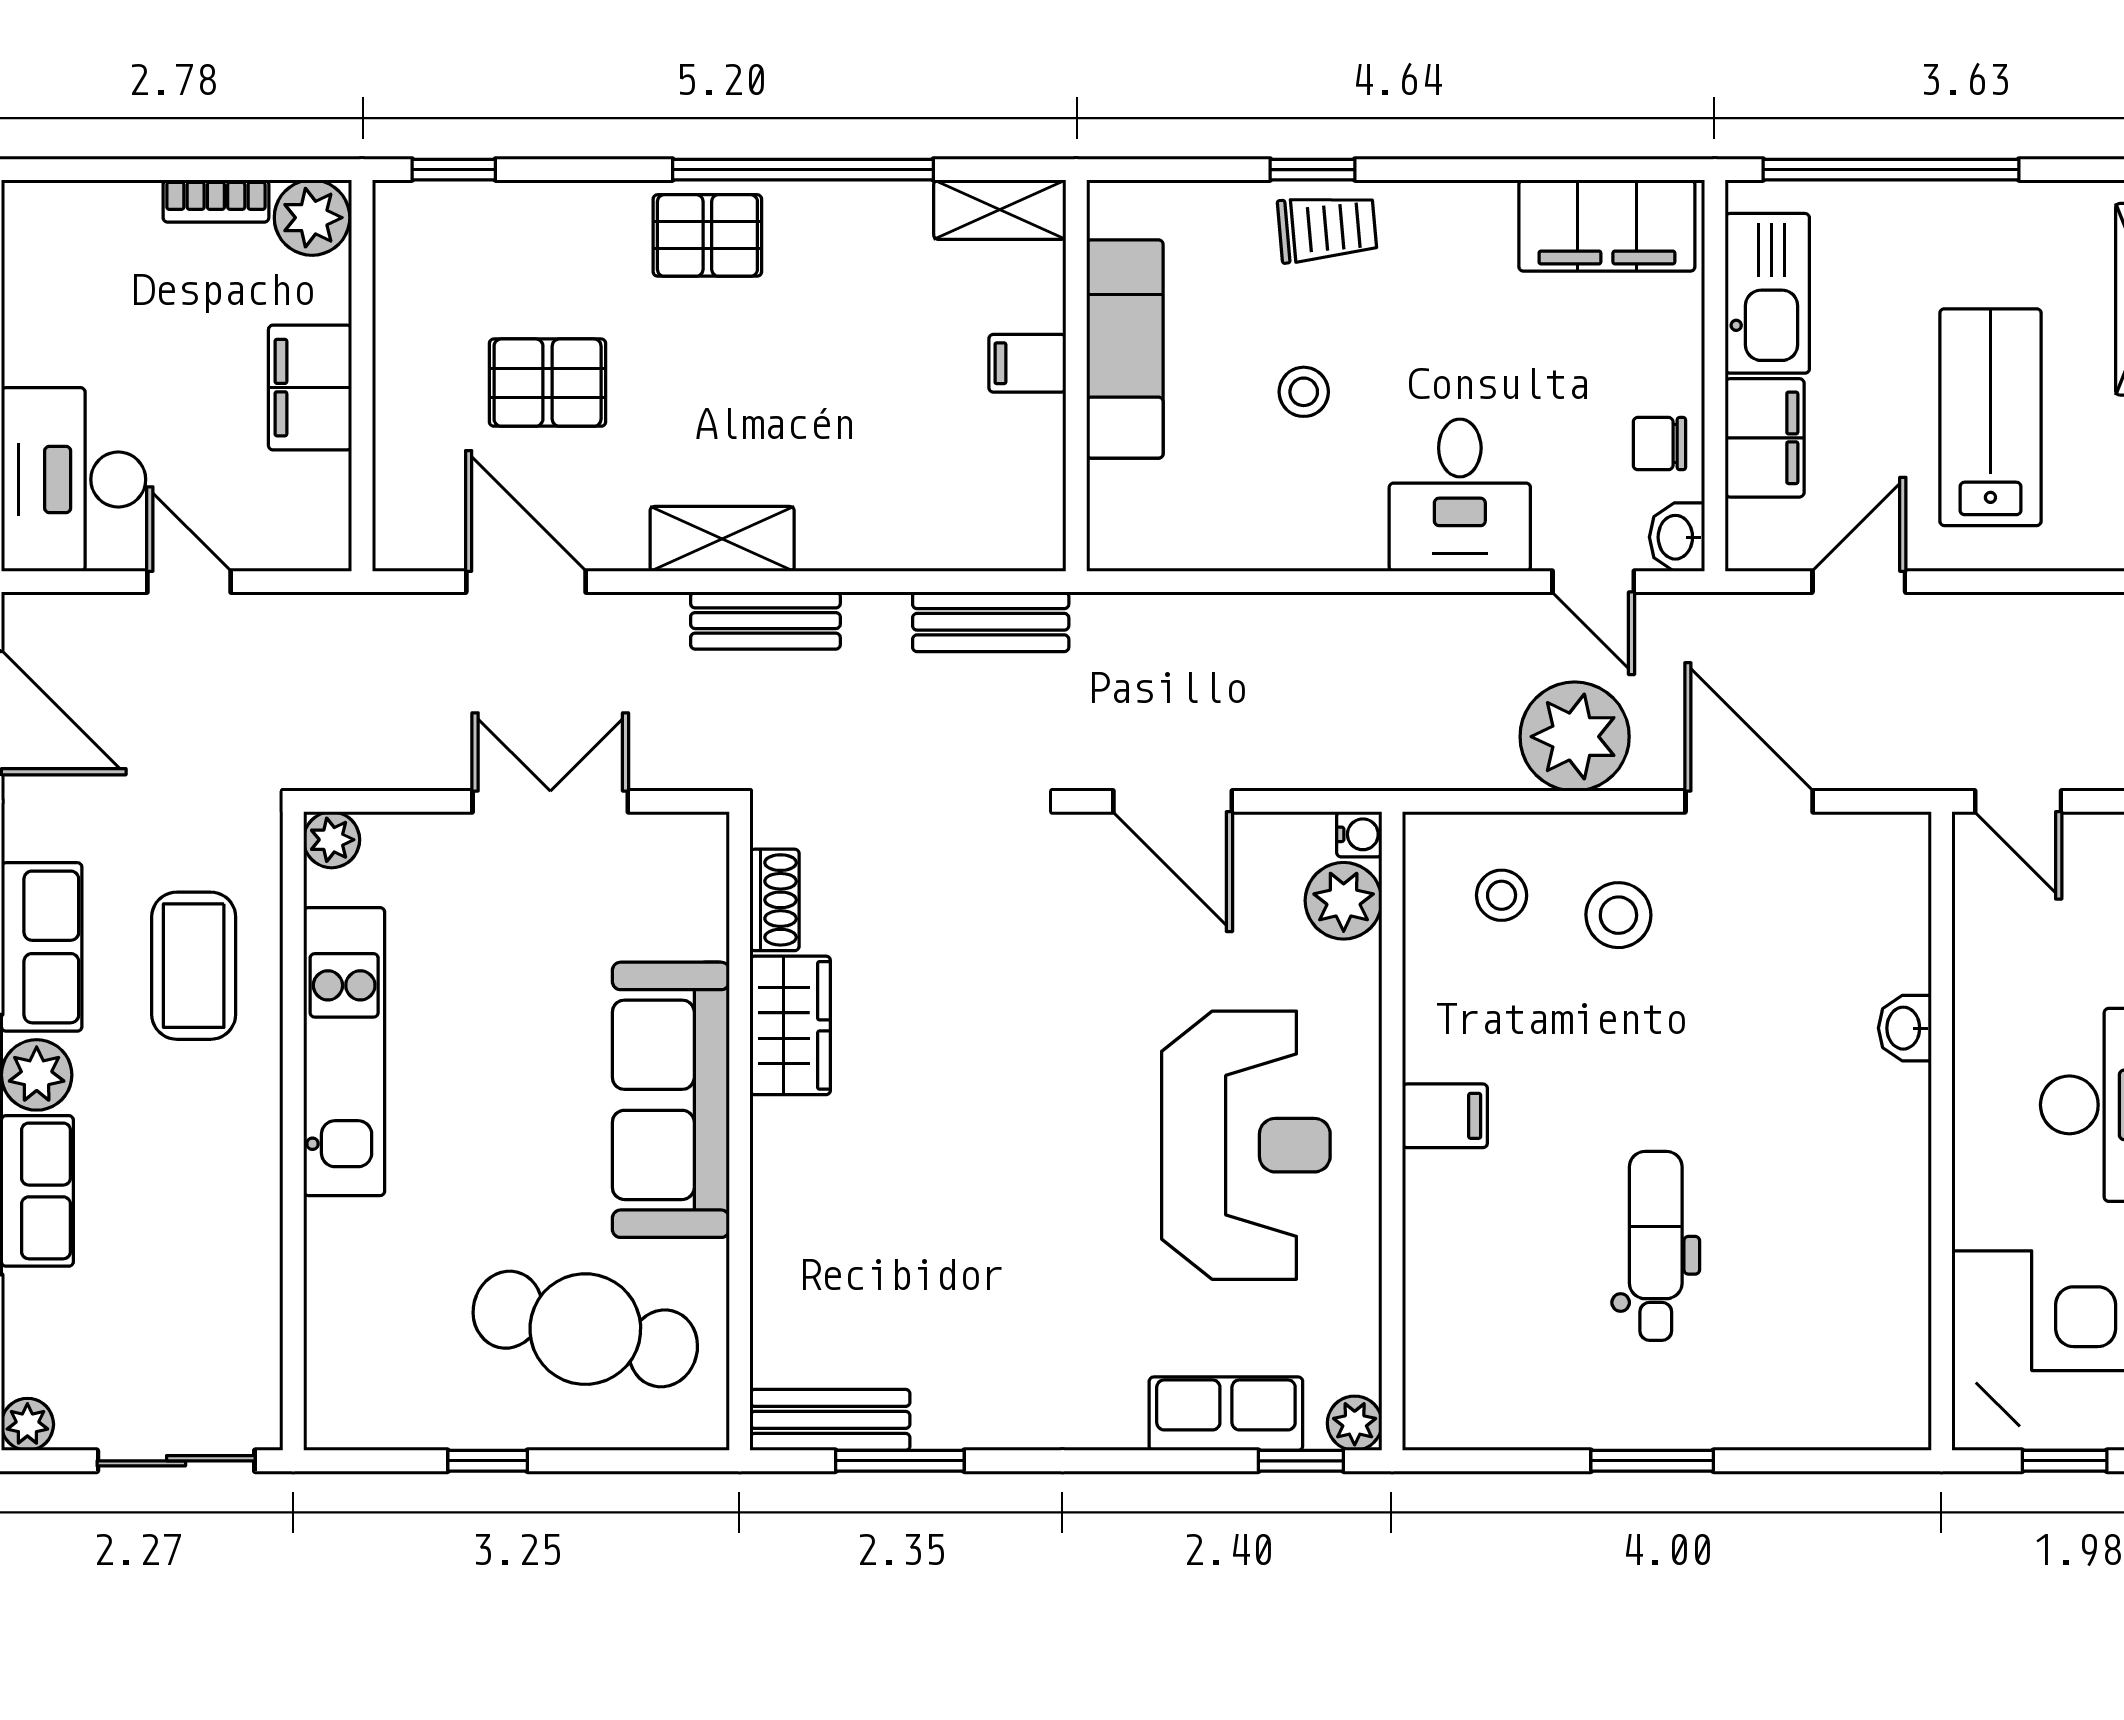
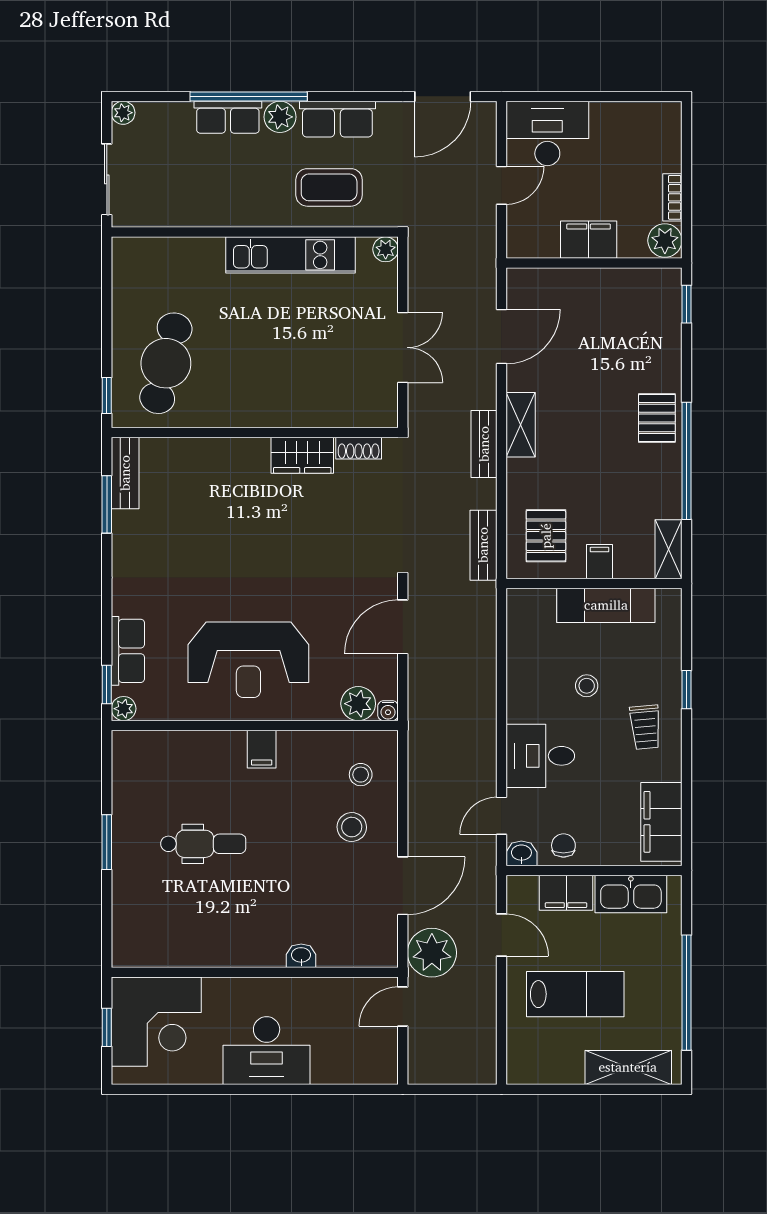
window: (1891, 170) -> (686, 993), moved
trolley: (1327, 228) -> (645, 727), moved
pallet: (548, 383) -> (546, 536), moved
plant: (1575, 737) -> (432, 953), moved
sofa: (671, 1100) -> (269, 402), removed
window: (488, 1461) -> (107, 396), moved

